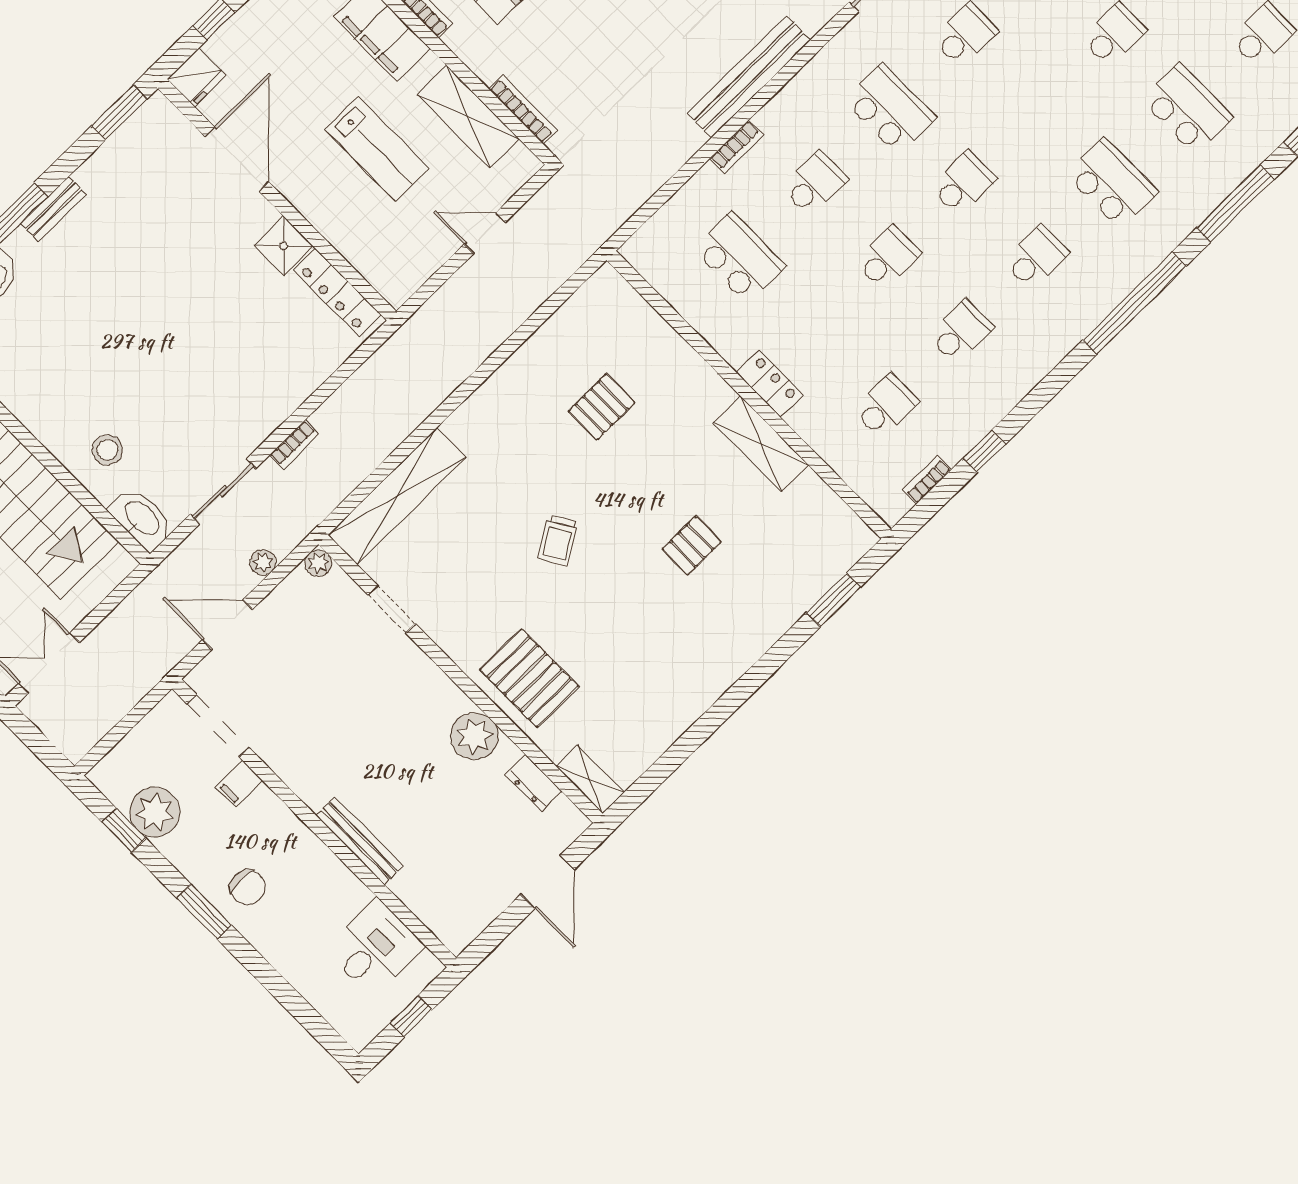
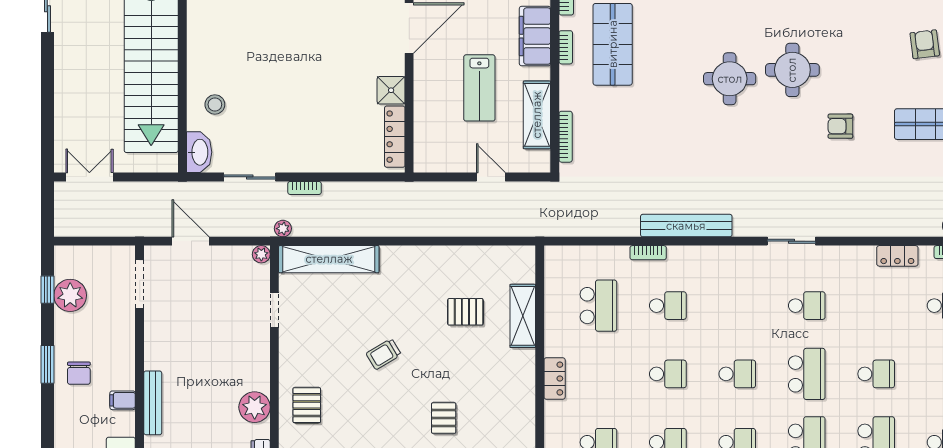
school desk: (890, 109) -> (807, 374), moved
shelving: (761, 444) -> (523, 316), moved
pallet: (692, 545) -> (444, 418), turned 90
plant: (263, 562) -> (283, 229), moved
pallet: (529, 678) -> (307, 405), width x0.67, depth x0.71
filing cabinet: (239, 784) -> (123, 400), moved

